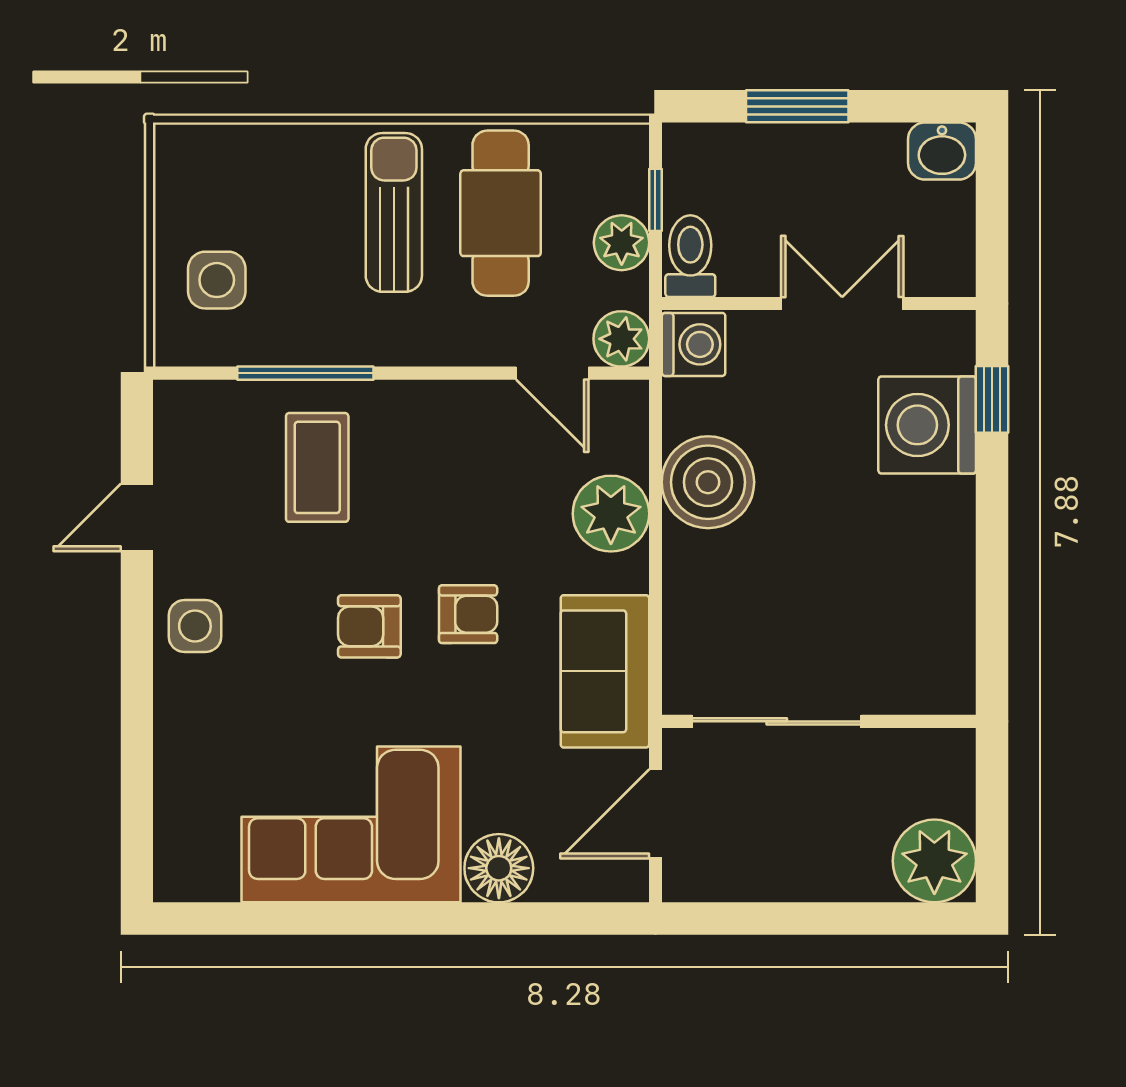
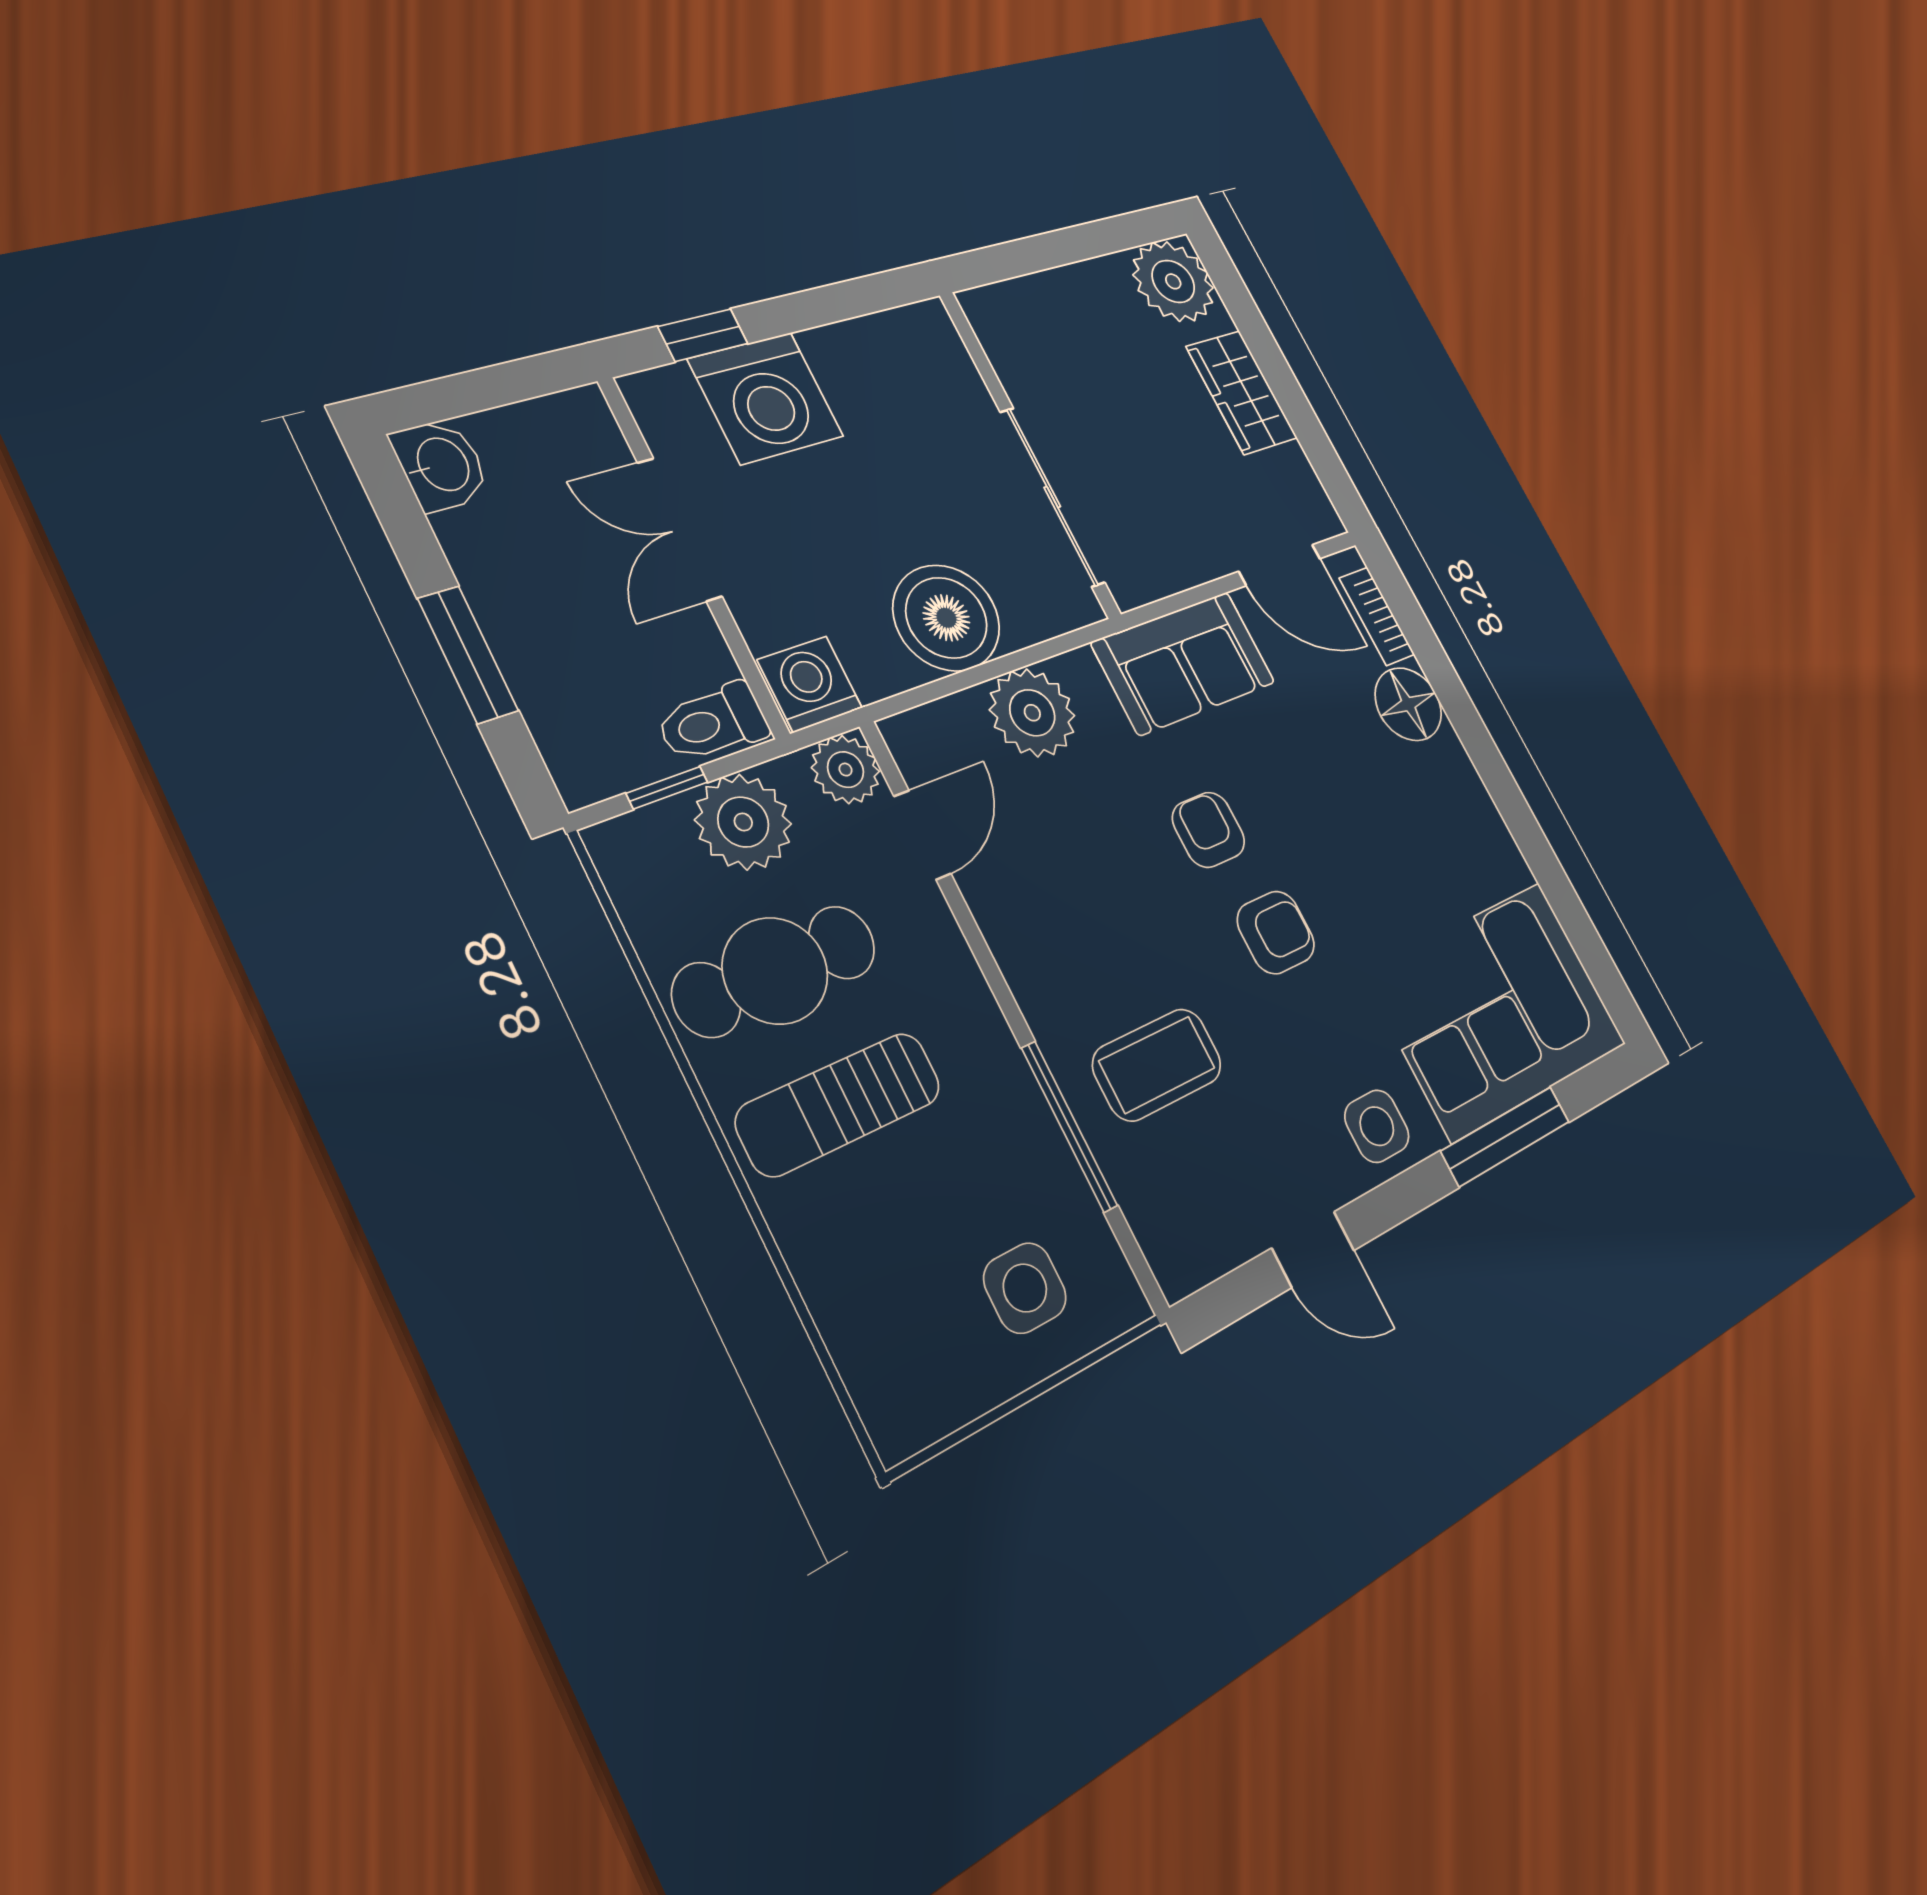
plant: (622, 243) -> (743, 822), width x1.36, depth x1.36
armchair: (369, 626) -> (1276, 932), turned -90
sliding door: (777, 721) -> (1052, 497), moved
wall: (819, 721) -> (1030, 454), moved
window: (137, 738) -> (1506, 1136), added
corner sofa: (351, 824) -> (1497, 1009), moved, turned 90
wardrobe: (816, 870) -> (1242, 392), added
bookcase: (582, 885) -> (1377, 616), added

